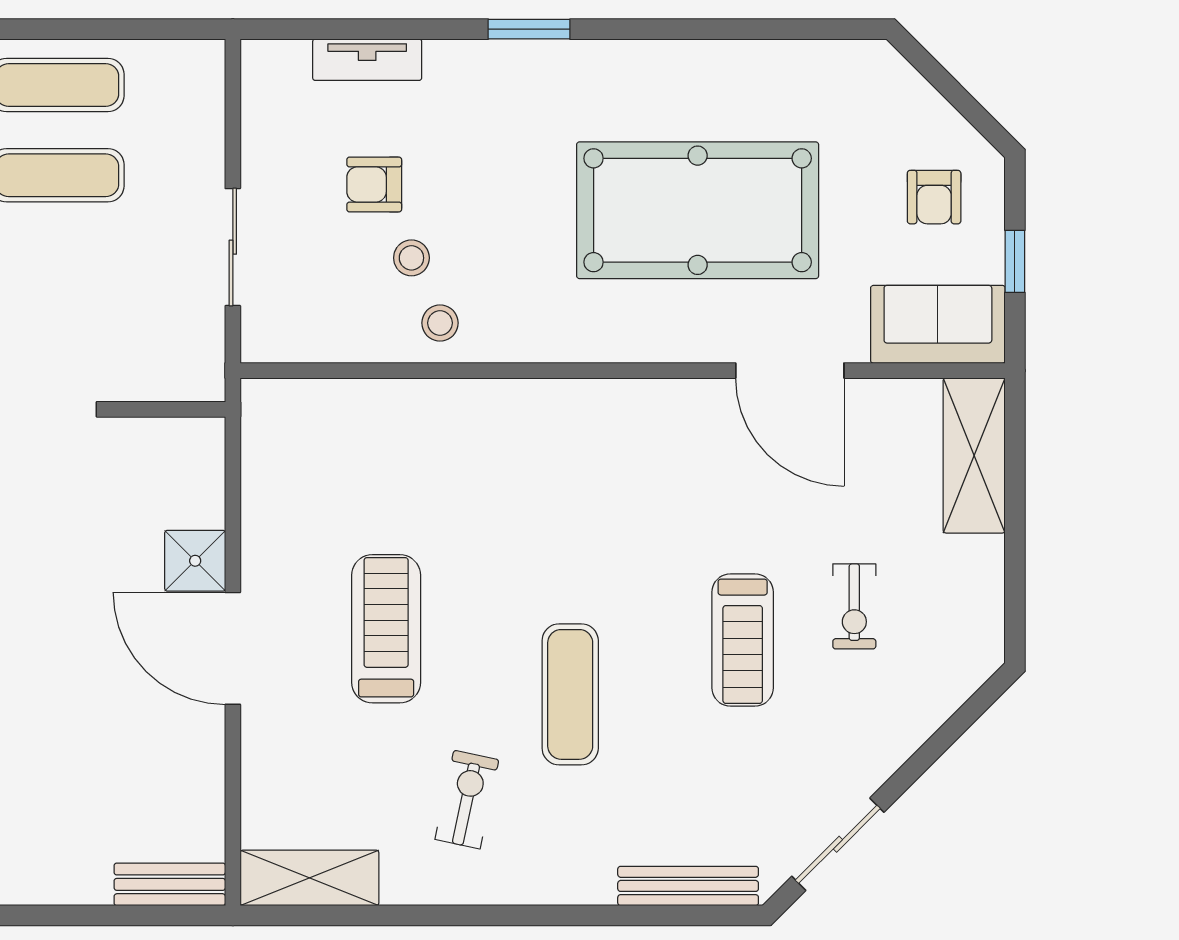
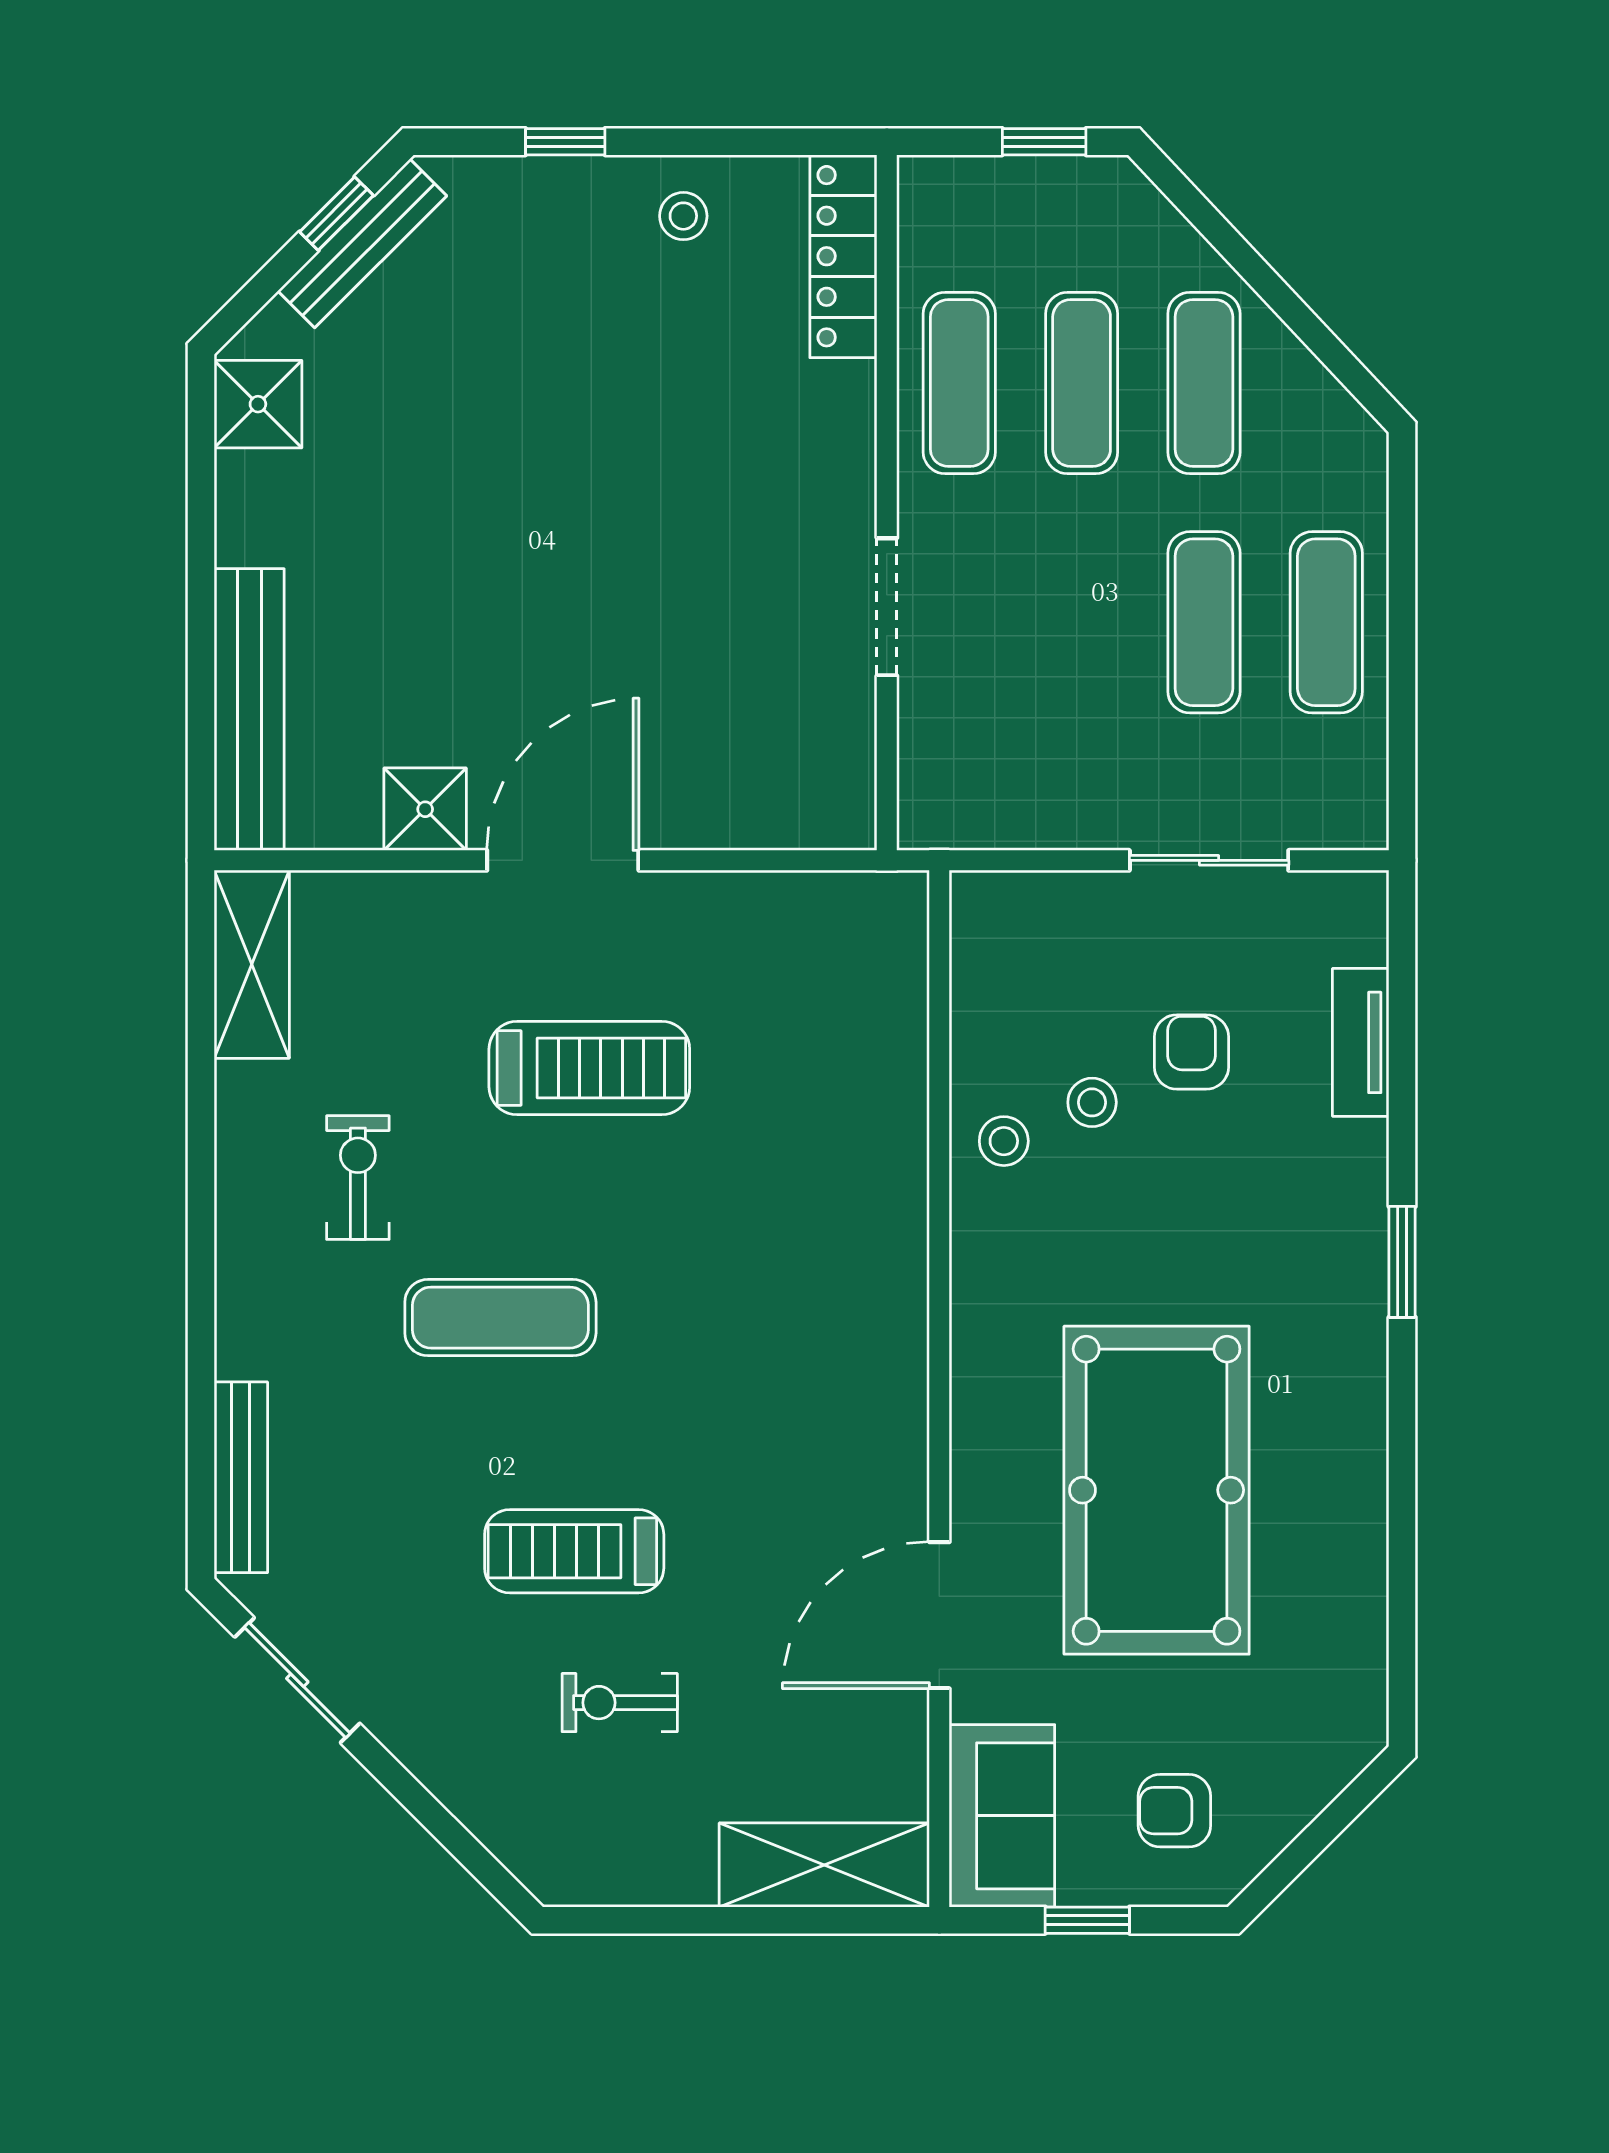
sliding door: (233, 247) -> (1209, 860), moved
shower: (195, 561) -> (425, 809), moved
exercise bike: (467, 800) -> (358, 1178), turned -102
bench: (170, 884) -> (249, 710), width x1.86, depth x1.21

